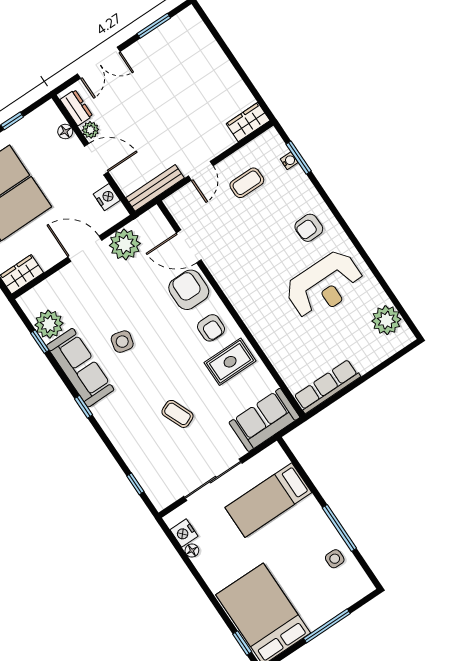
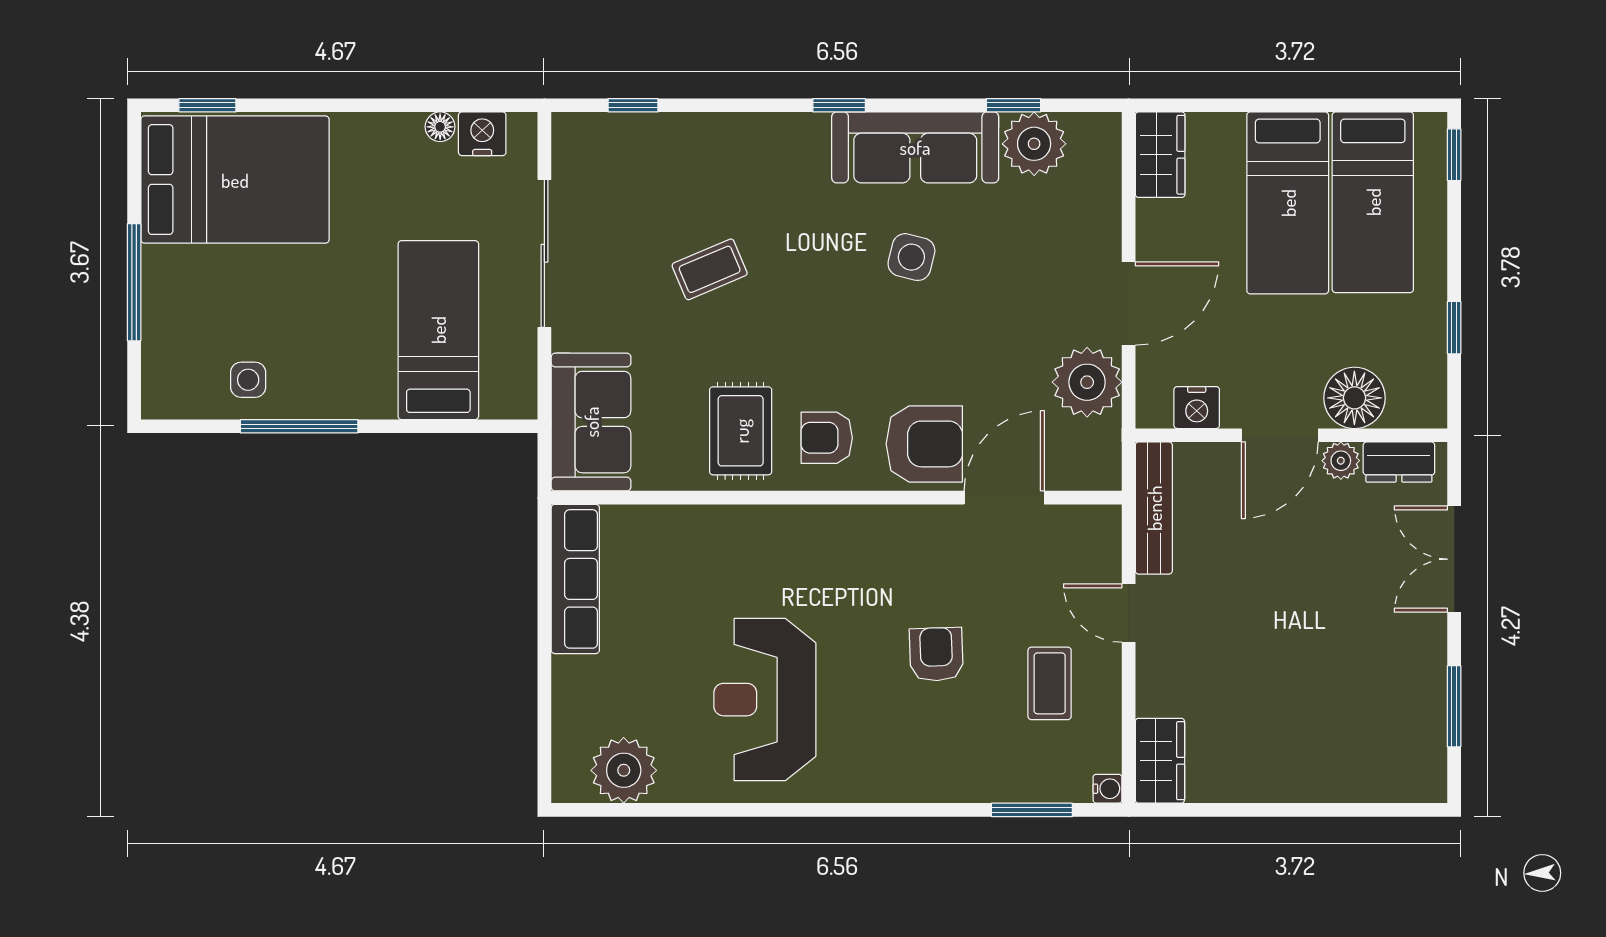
floor lamp: (65, 132) -> (1354, 398), width x1.89, depth x1.89
water cooler: (289, 161) -> (1108, 789), moved, turned -90
armchair: (309, 228) -> (936, 654), moved

